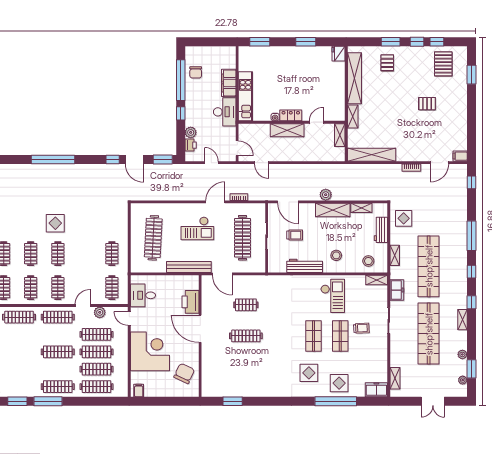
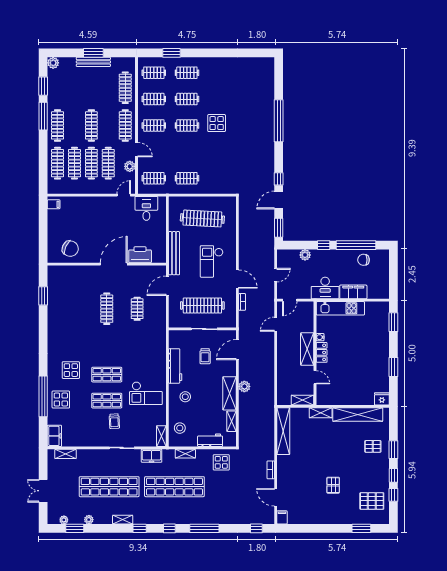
printer: (191, 145) -> (293, 255), removed
corner desk: (150, 351) -> (92, 215), removed

